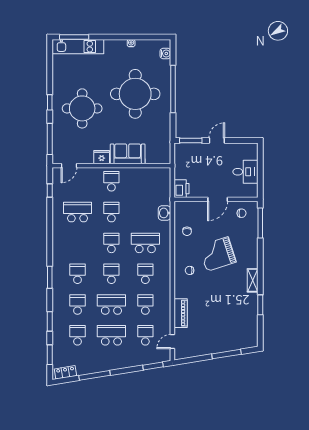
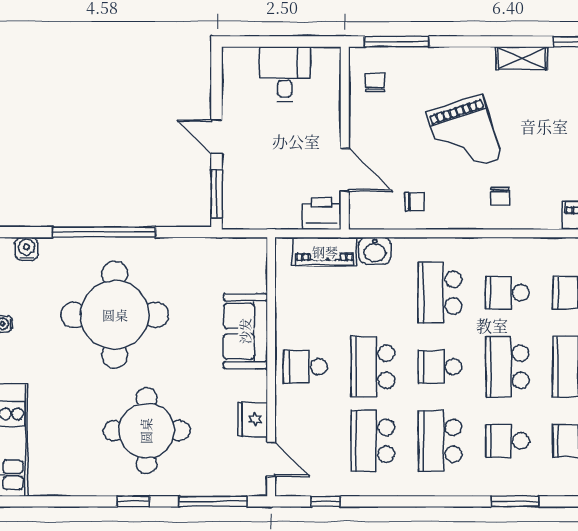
fridge: (102, 157) -> (253, 419), moved
piano: (164, 190) -> (325, 252), added
door: (218, 199) -> (345, 170), moved
school desk: (111, 212) -> (373, 367), width x1.85
school desk: (78, 243) -> (440, 441), added
school desk: (111, 274) -> (507, 367), width x1.85

